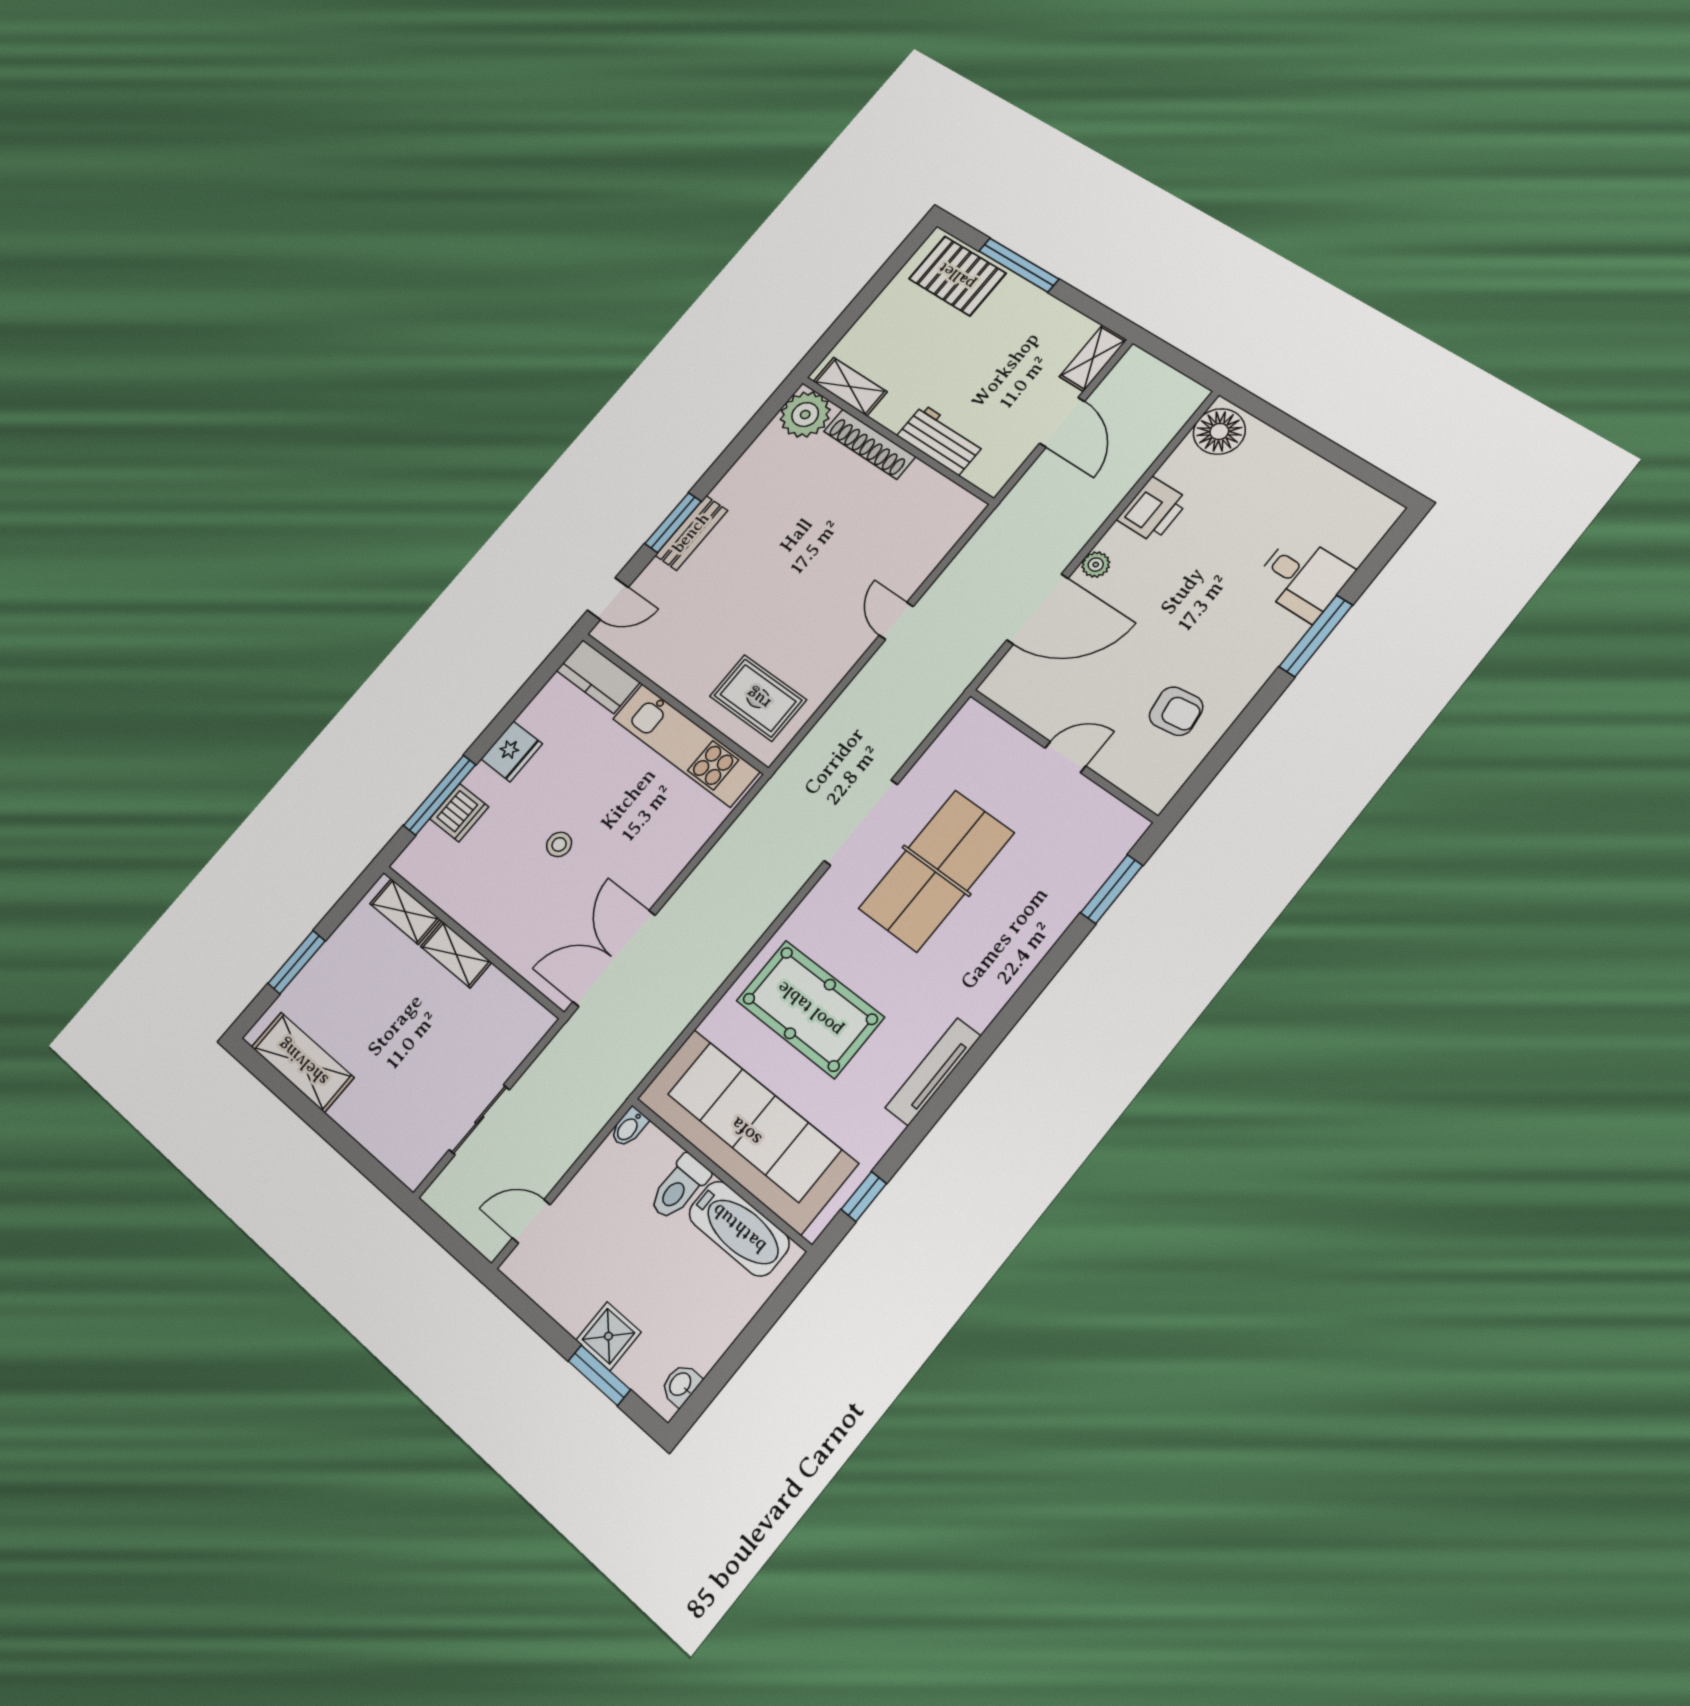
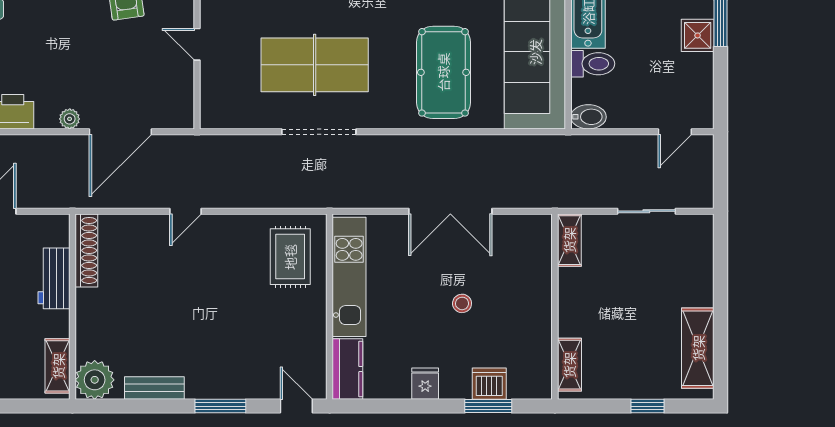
shoe rack: (870, 444) -> (86, 250), moved
bench: (691, 533) -> (154, 388), moved
door: (1037, 609) -> (120, 132), swing flipped
fridge: (512, 751) -> (425, 384), width x0.72
window: (440, 795) -> (488, 406), width x0.69
shelving: (456, 954) -> (569, 240), moved
double door: (614, 958) -> (450, 211), moved
window: (297, 962) -> (647, 406), width x0.67
bidet: (629, 1127) -> (588, 117), width x1.38, depth x1.36
door: (531, 1221) -> (675, 132), hinge flipped

